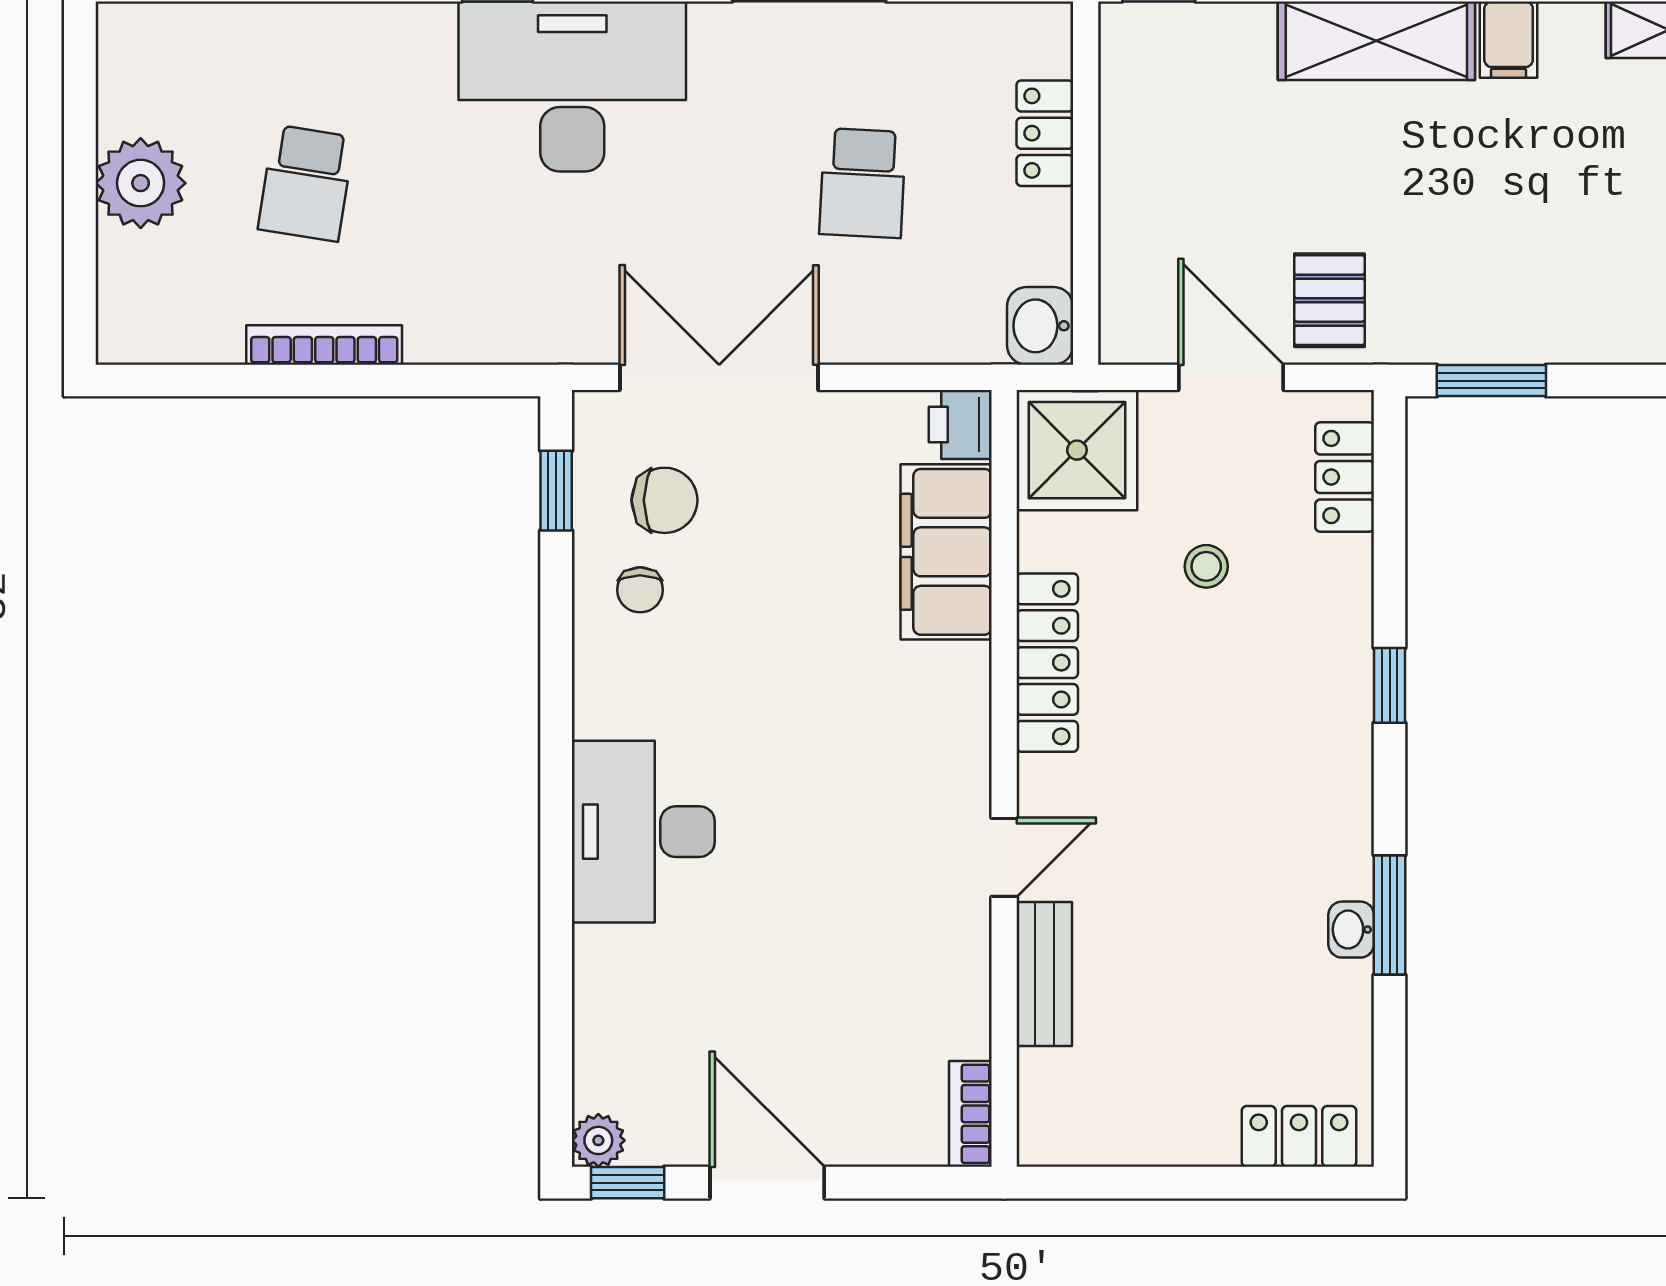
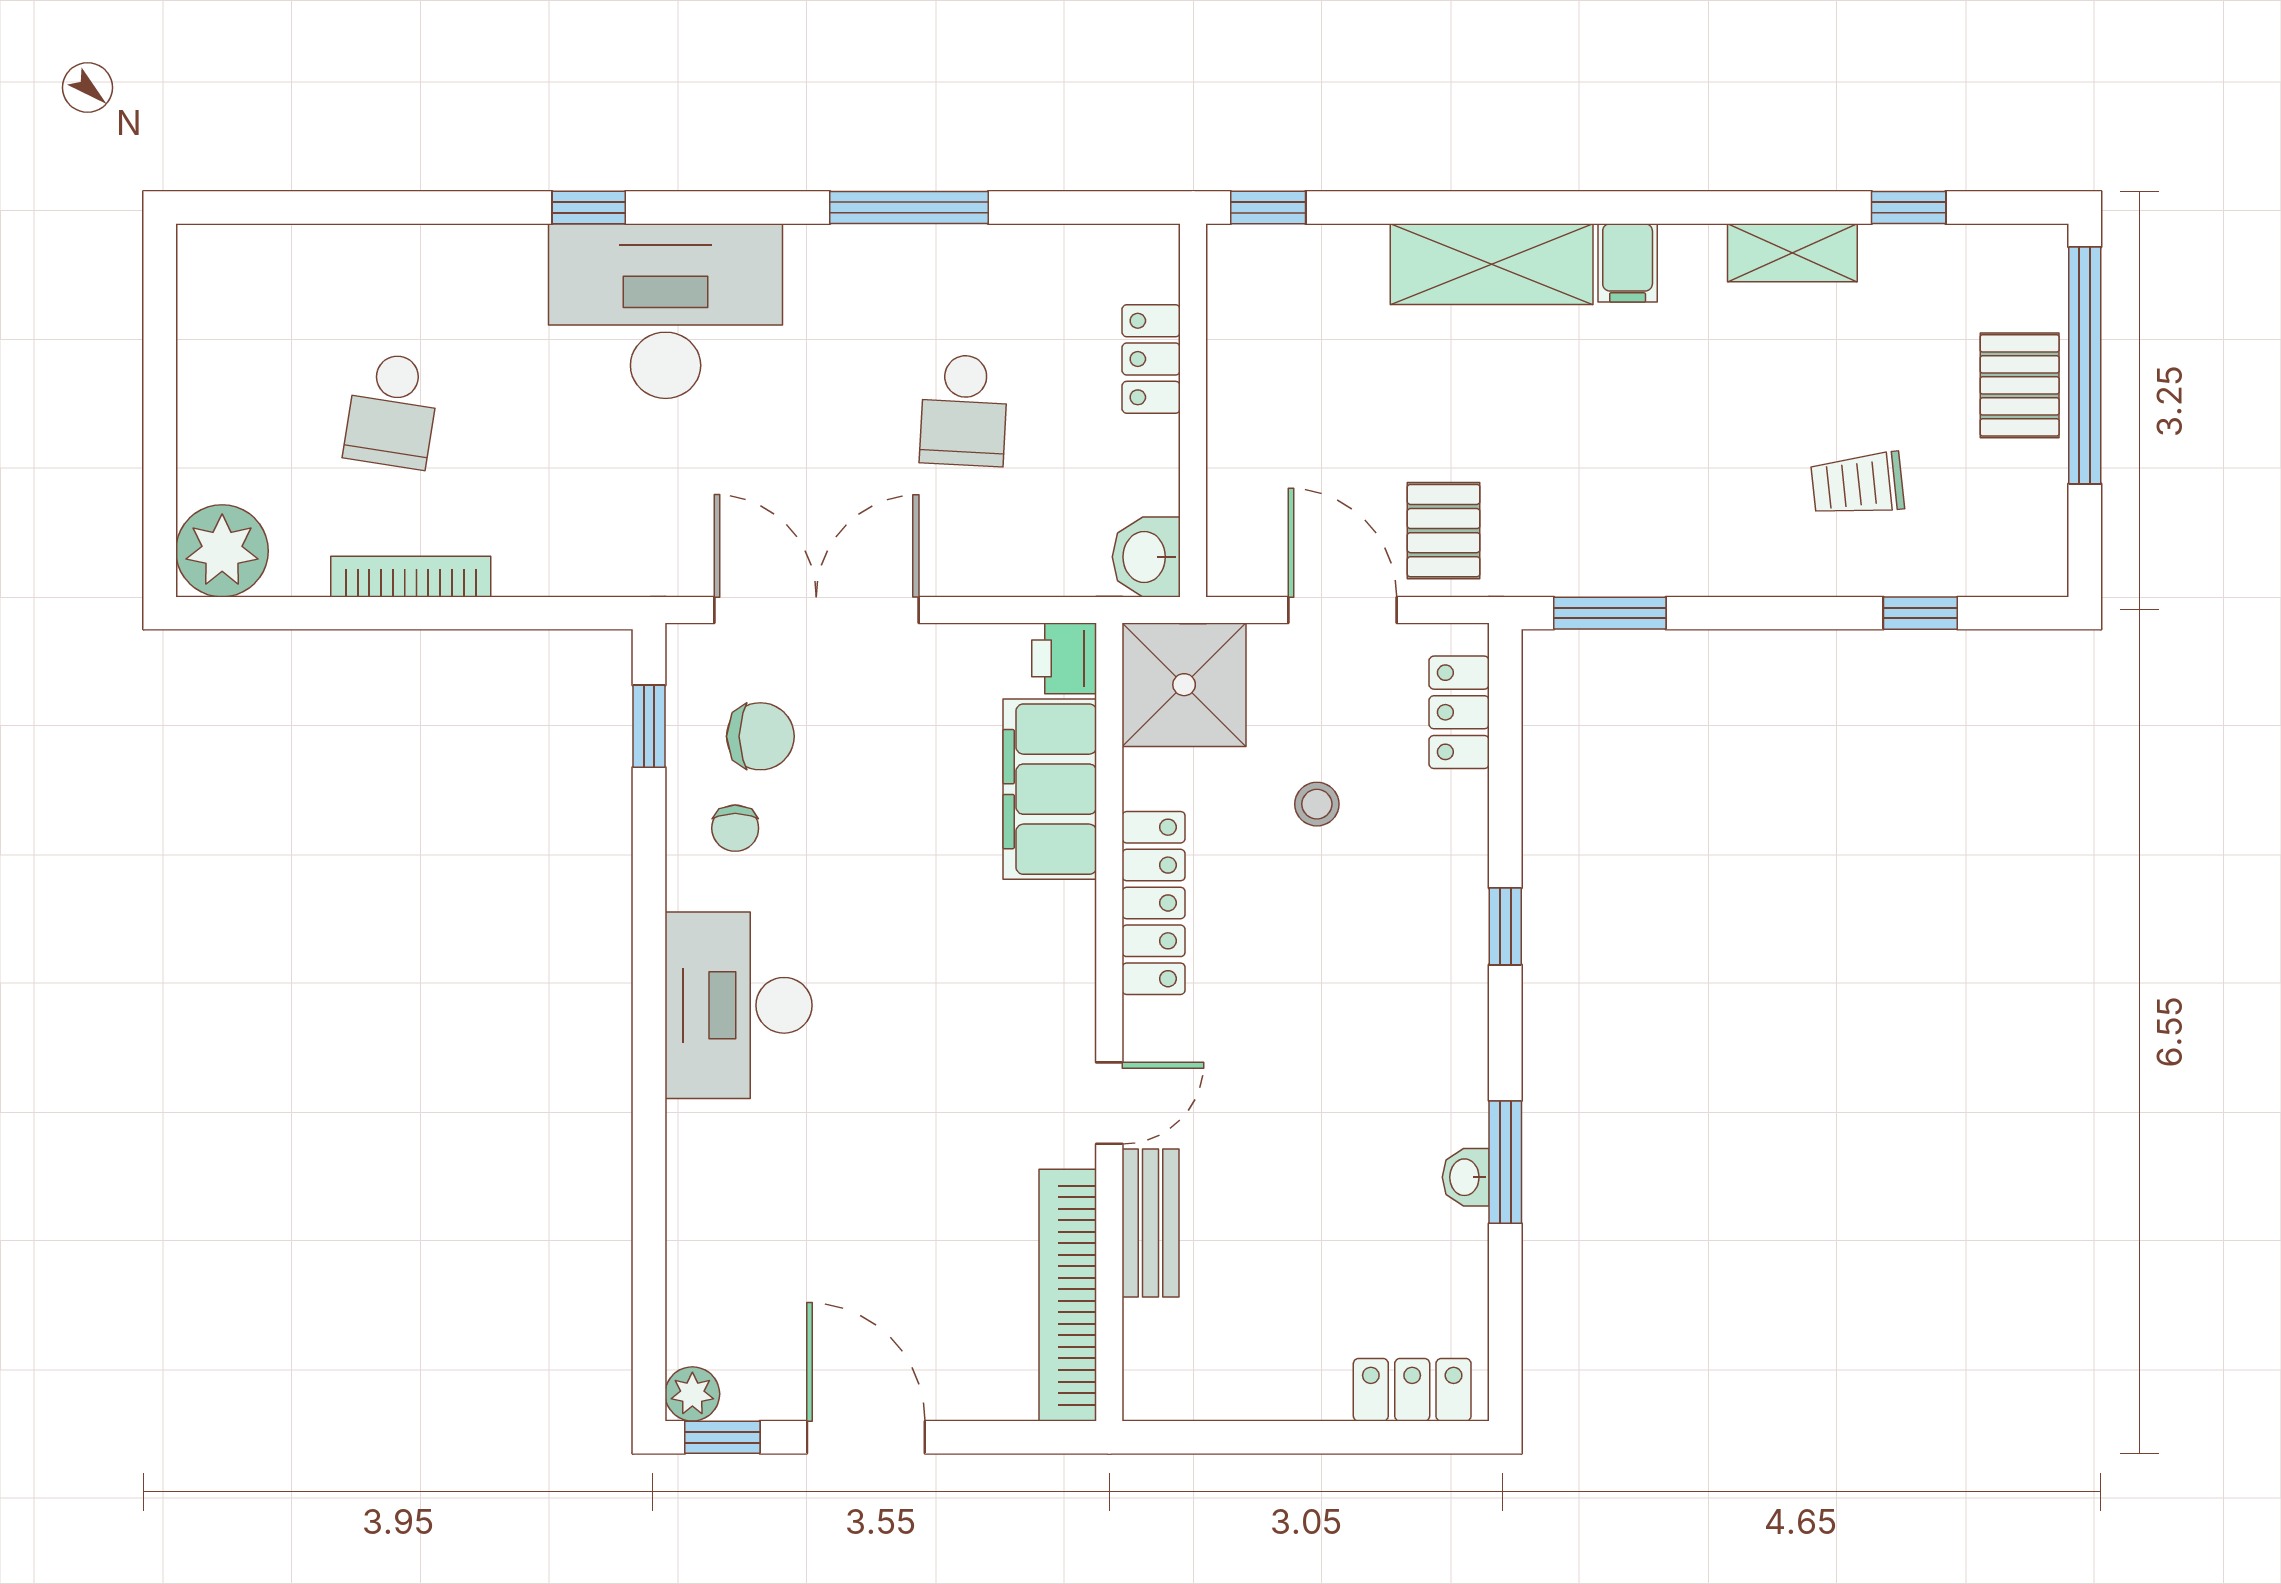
plant: (141, 183) -> (222, 551), moved
desk: (643, 832) -> (739, 1005), moved
bookcase: (970, 1114) -> (1068, 1295), width x2.31, depth x1.31

